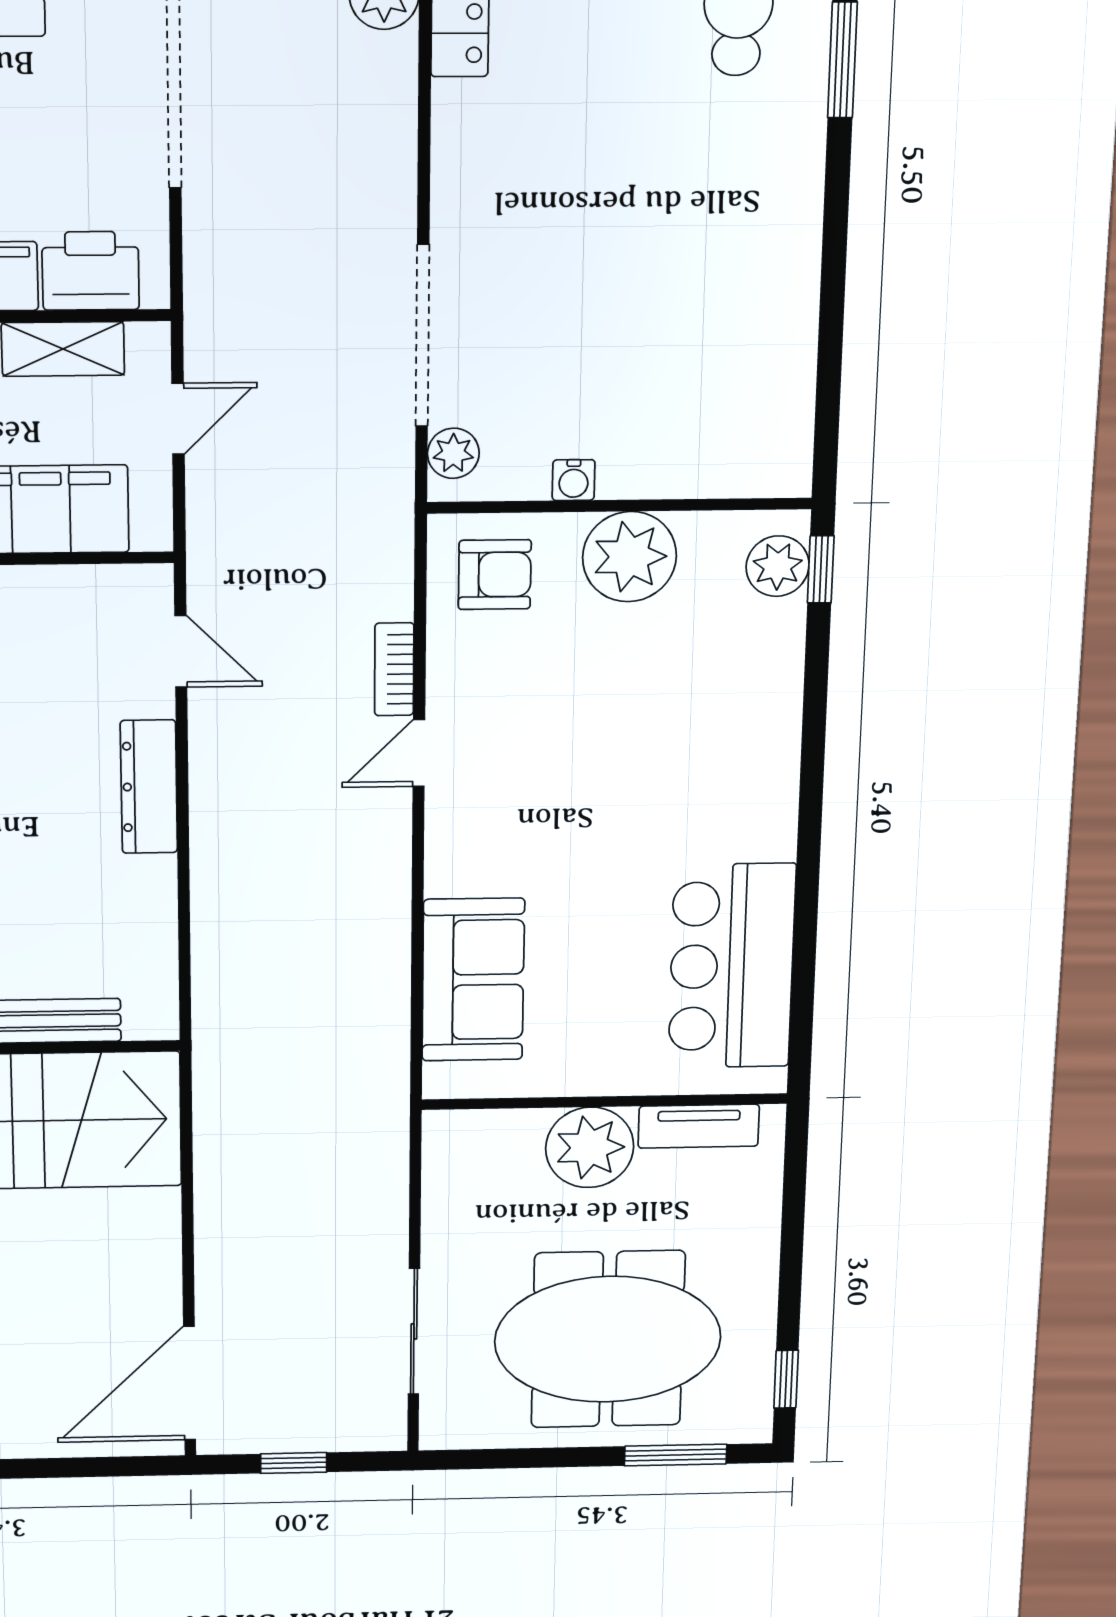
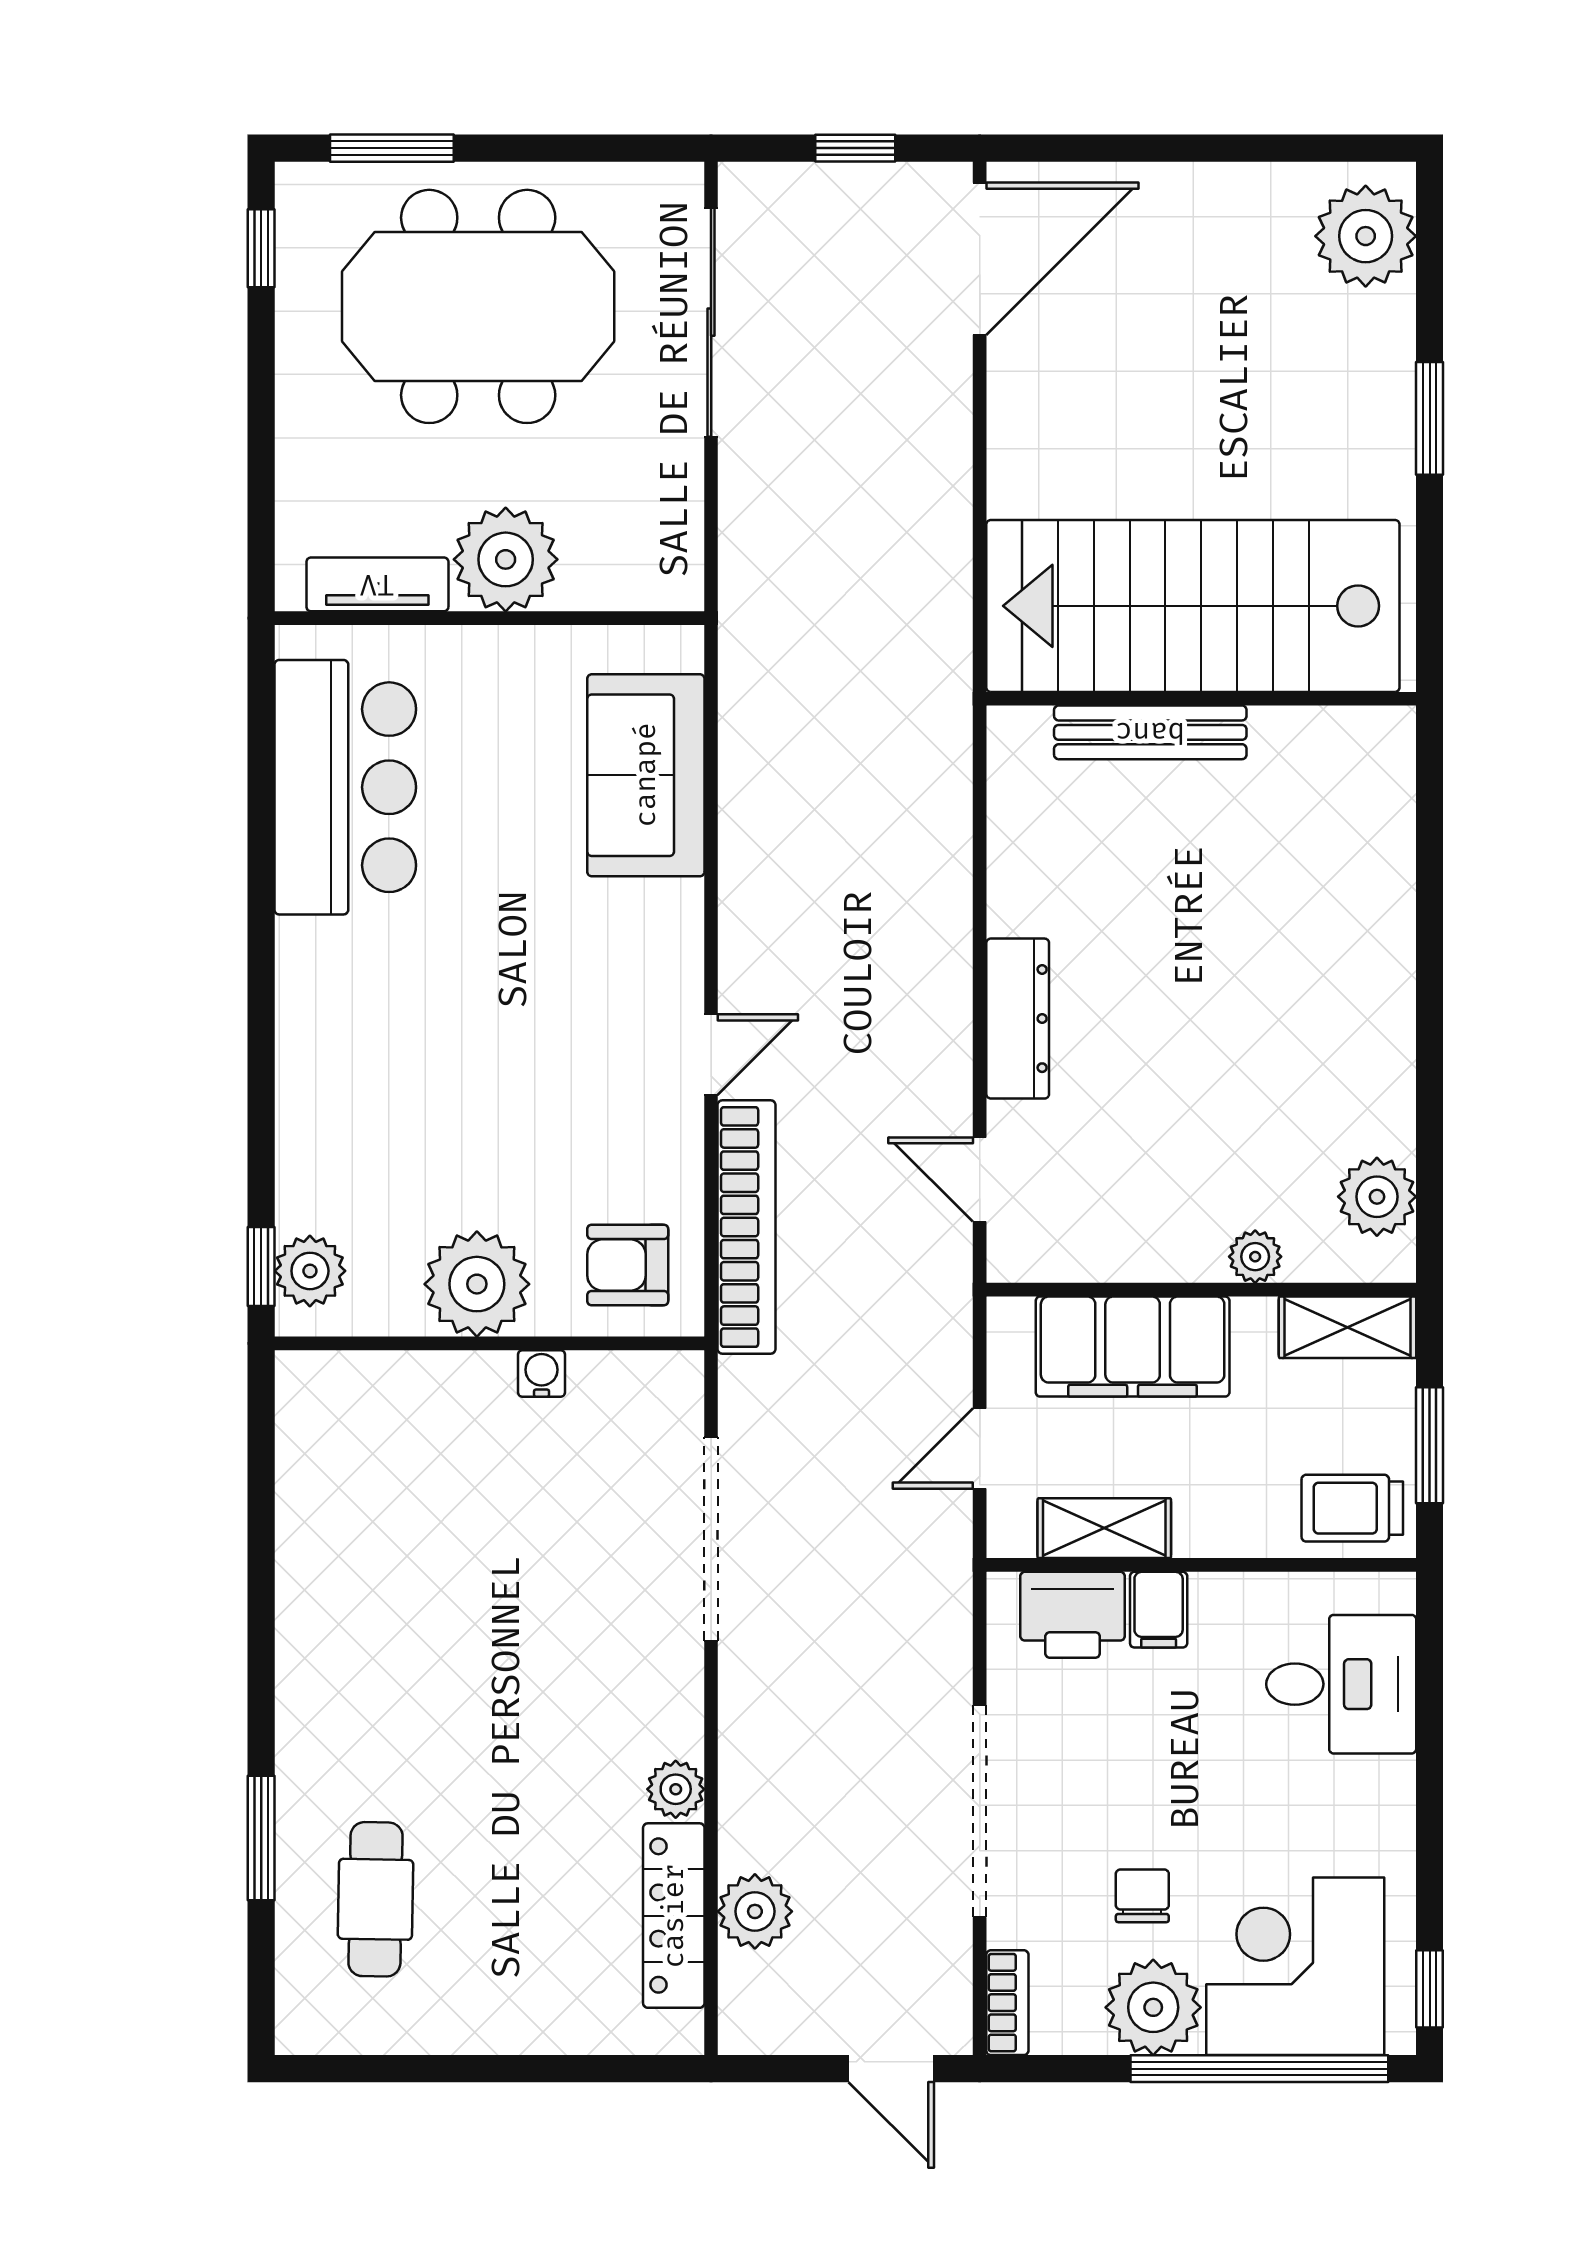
plant: (453, 453) -> (676, 1789), moved
bookcase: (394, 669) -> (747, 1227), width x2.31, depth x1.31
sliding door: (414, 1331) -> (711, 322), width x1.37

